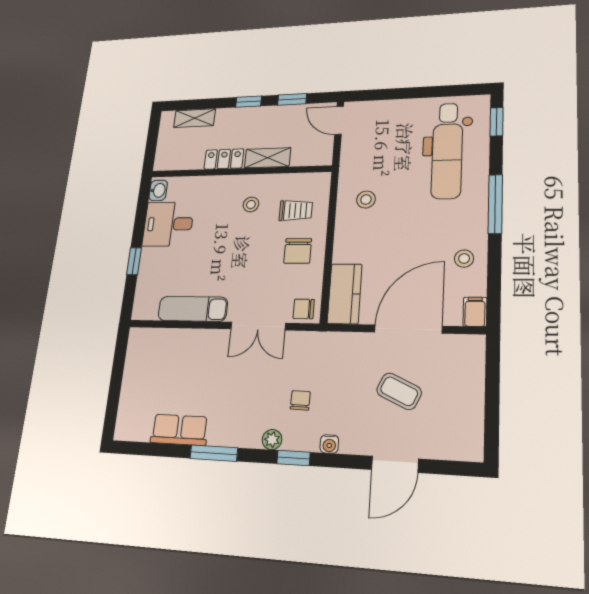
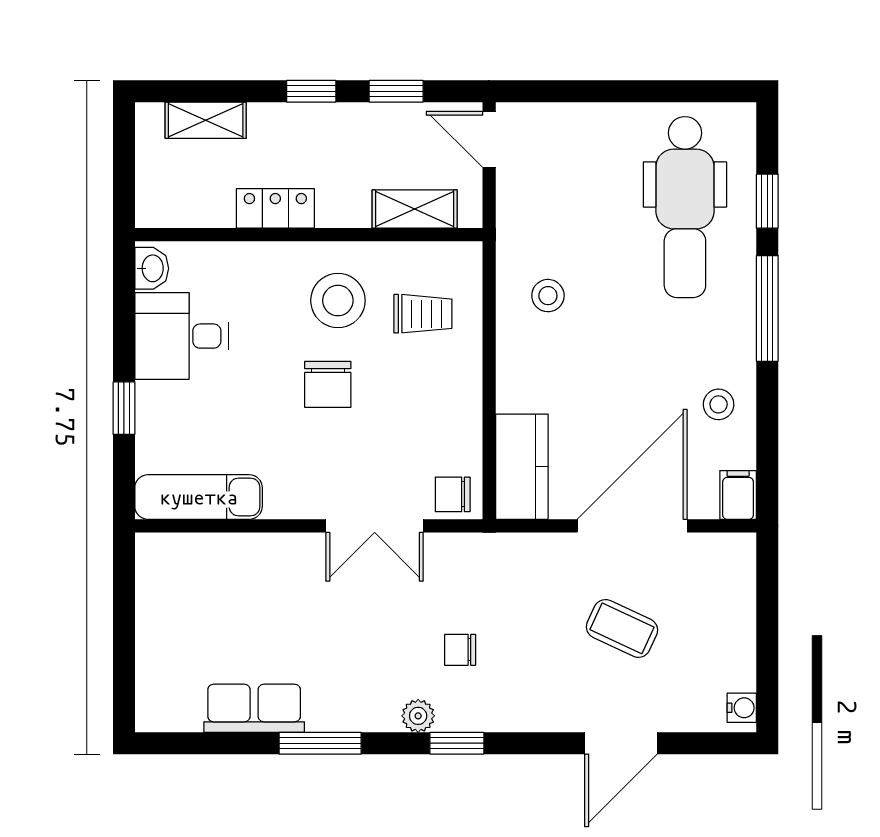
window: (497, 122) -> (767, 201), moved
shelving: (268, 158) -> (415, 209), moved
stool: (251, 204) -> (338, 301), width x1.89, depth x1.89
chair: (298, 251) -> (328, 384), moved
exam couch: (193, 309) -> (199, 497), moved
chair: (300, 400) -> (460, 650), turned -91
water cooler: (329, 444) -> (742, 708), moved, turned -90

